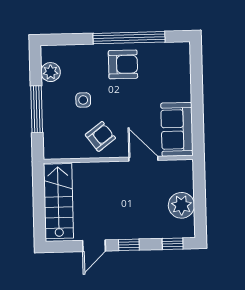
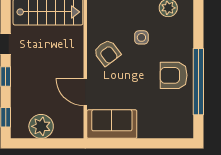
armchair: (123, 64) -> (174, 75), turned 90
door: (143, 159) -> (85, 92), swing flipped

